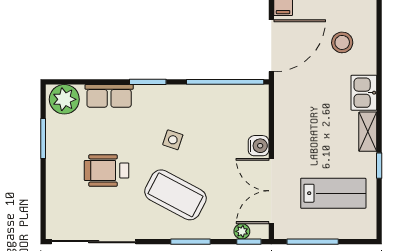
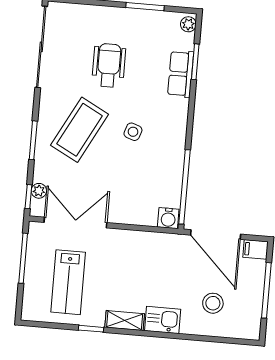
window: (148, 82) -> (195, 62), moved
plant: (64, 99) -> (188, 24), width x0.53, depth x0.53
water cooler: (259, 146) -> (168, 218), moved

